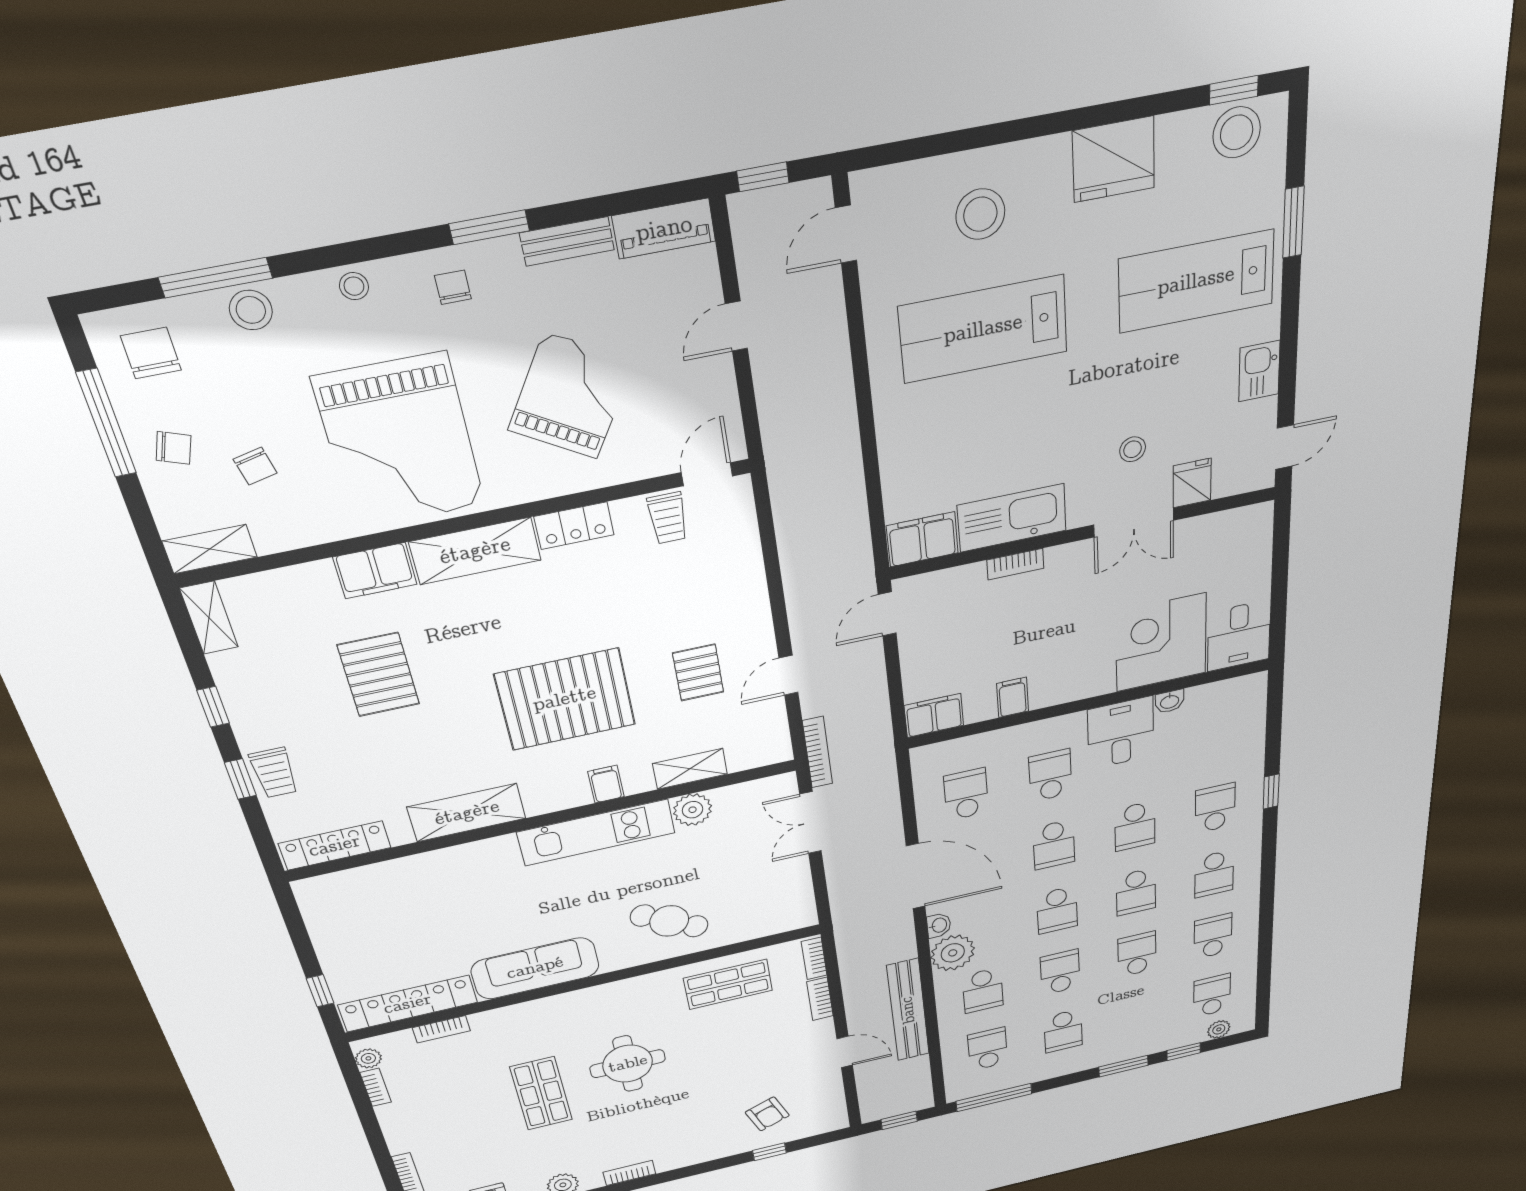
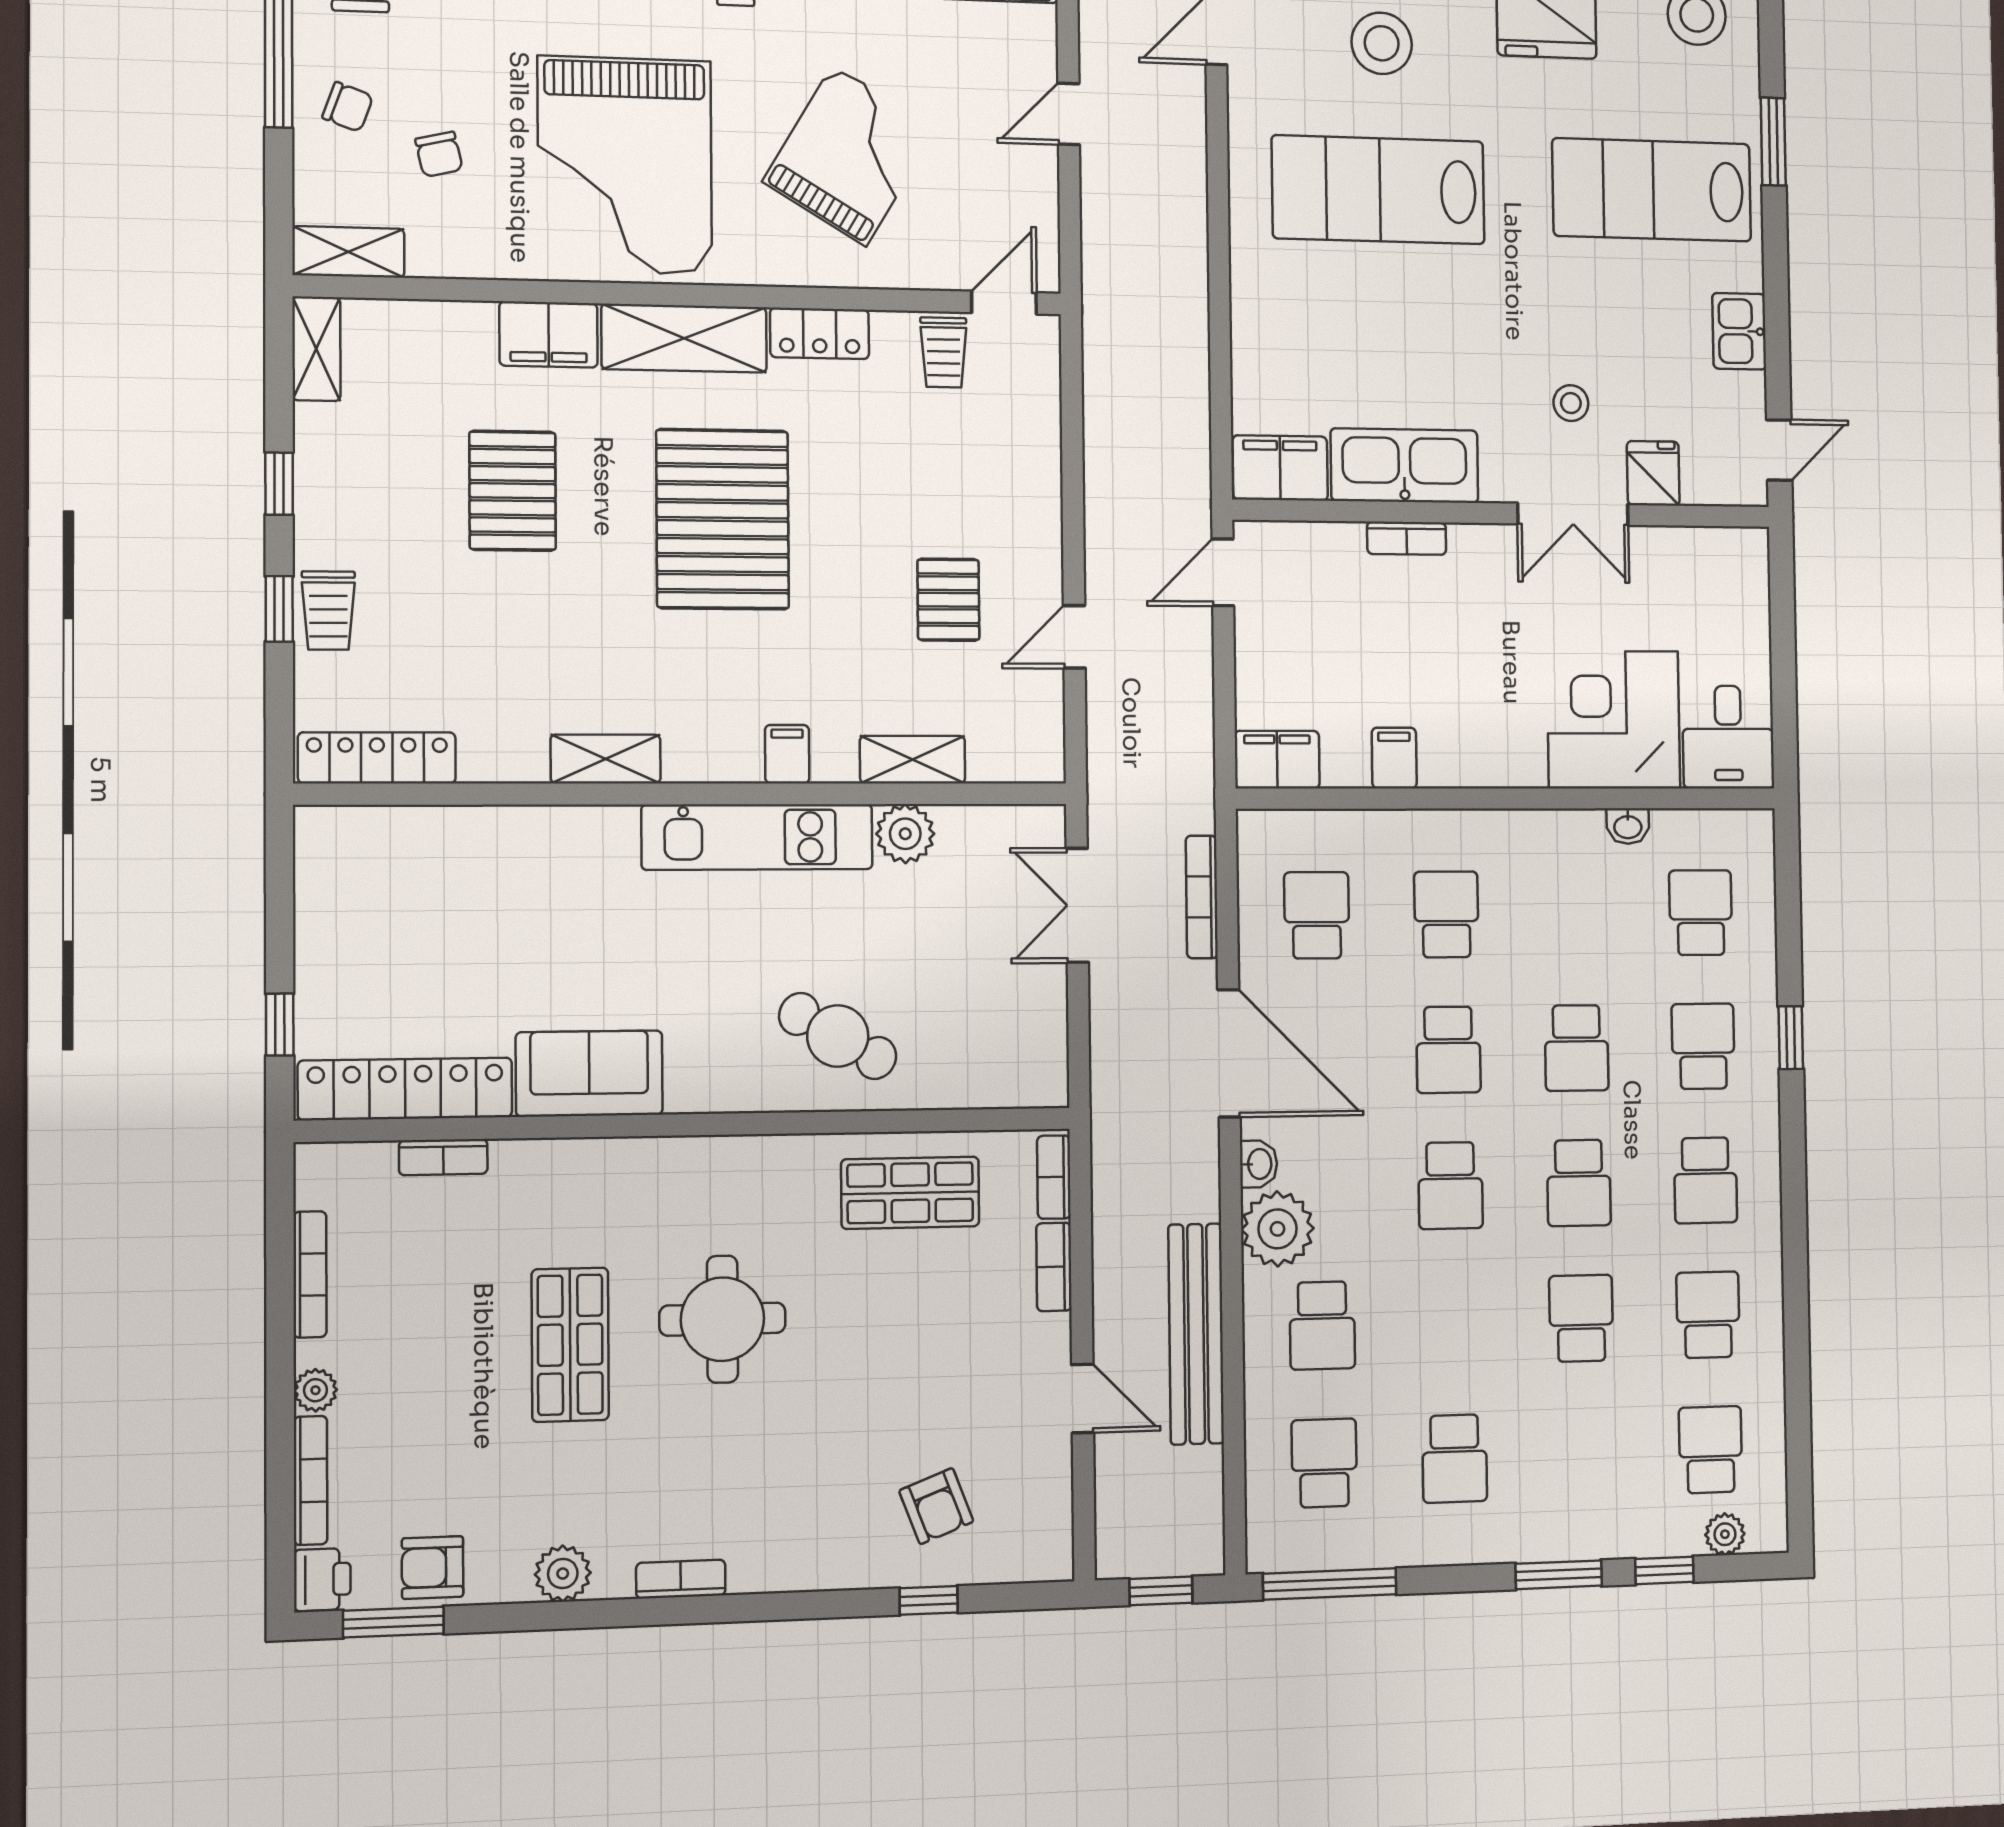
pallet: (565, 699) -> (723, 519), moved, turned 90
desk: (1121, 733) -> (1555, 864), removed
bookcase: (817, 752) -> (1202, 897), moved, turned 180
shelving: (467, 813) -> (606, 759), width x0.67, depth x0.75
sofa: (535, 968) -> (589, 1074), width x0.73
school desk: (1060, 972) -> (1701, 913), moved
plant: (368, 1058) -> (315, 1390), moved
bookcase: (376, 1087) -> (310, 1274), width x1.56

